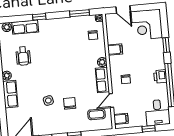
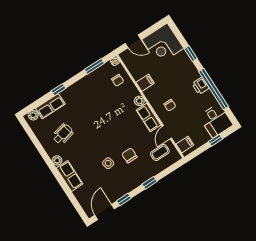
wheelchair: (23, 56) -> (63, 134), turned -103

